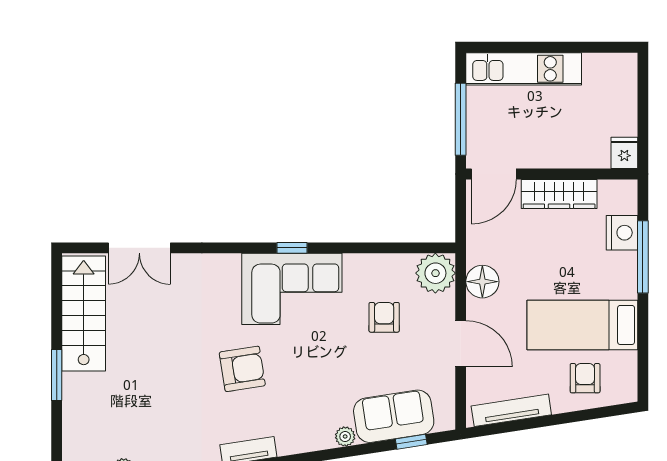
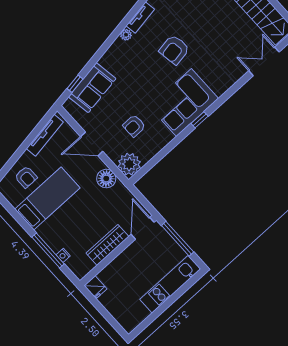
nightstand: (622, 233) -> (63, 255), width x0.53, depth x0.56
armchair: (384, 317) -> (134, 126), turned 90
plant: (345, 436) -> (126, 35), moved

